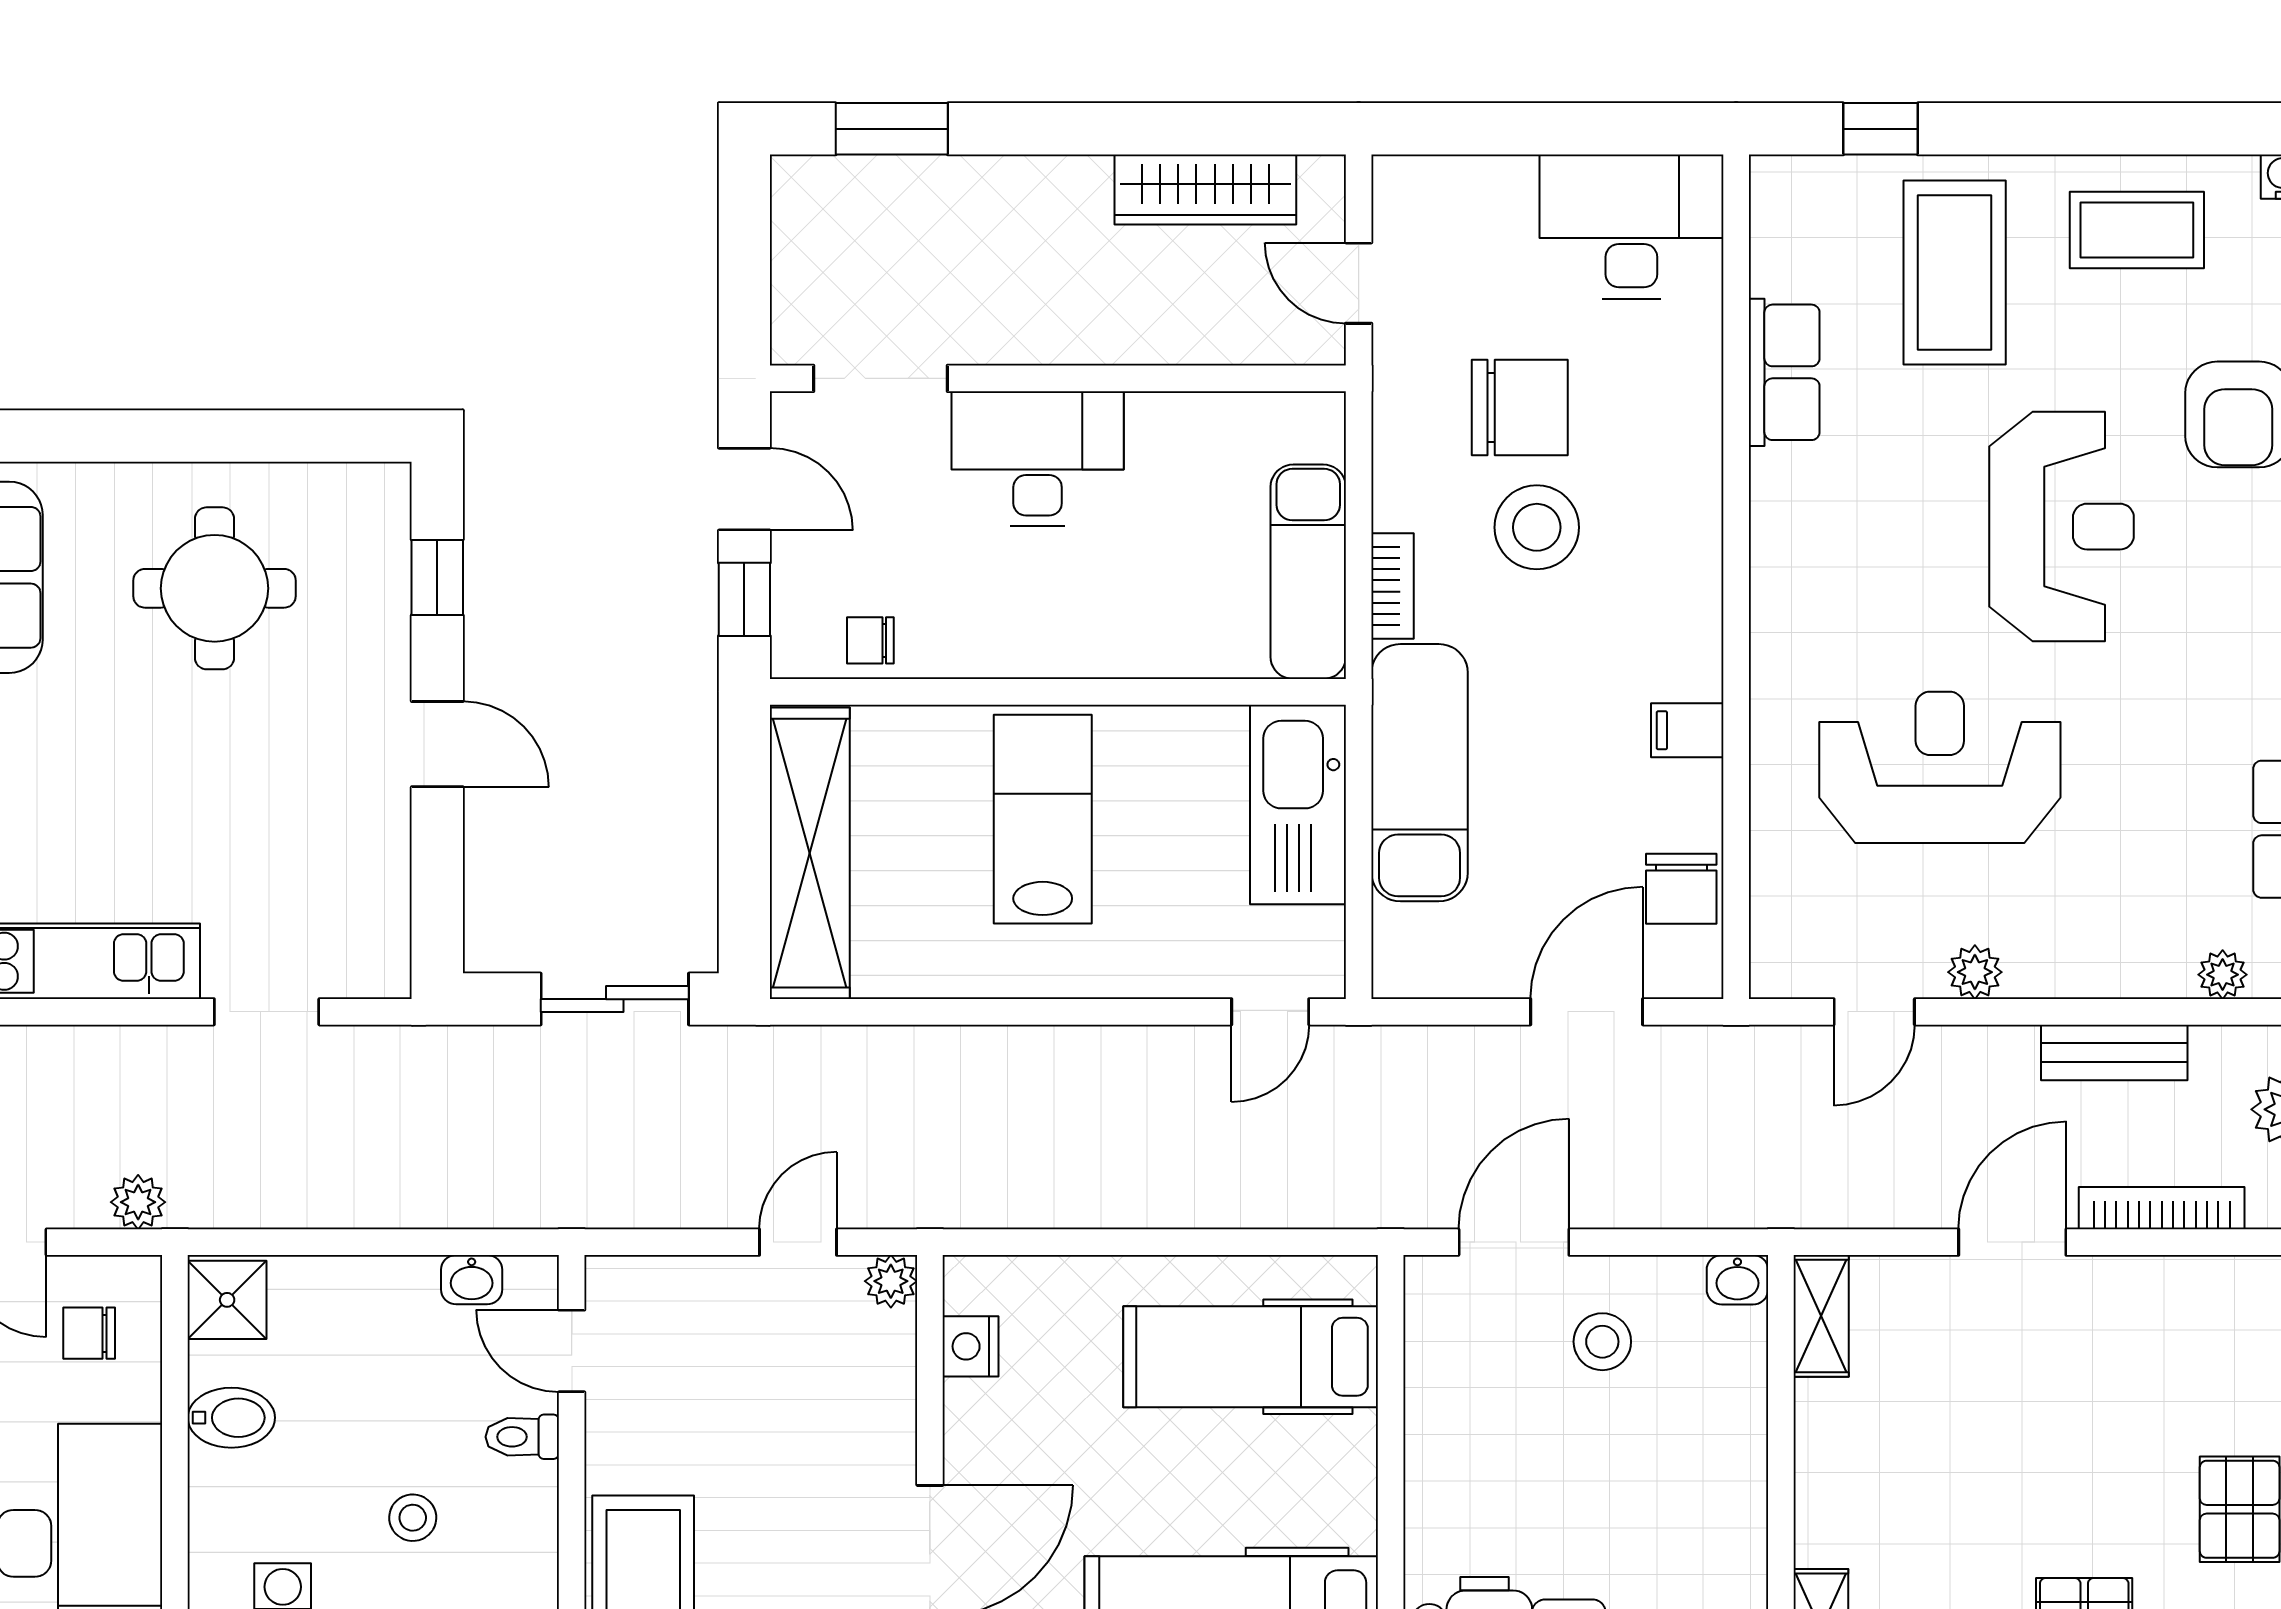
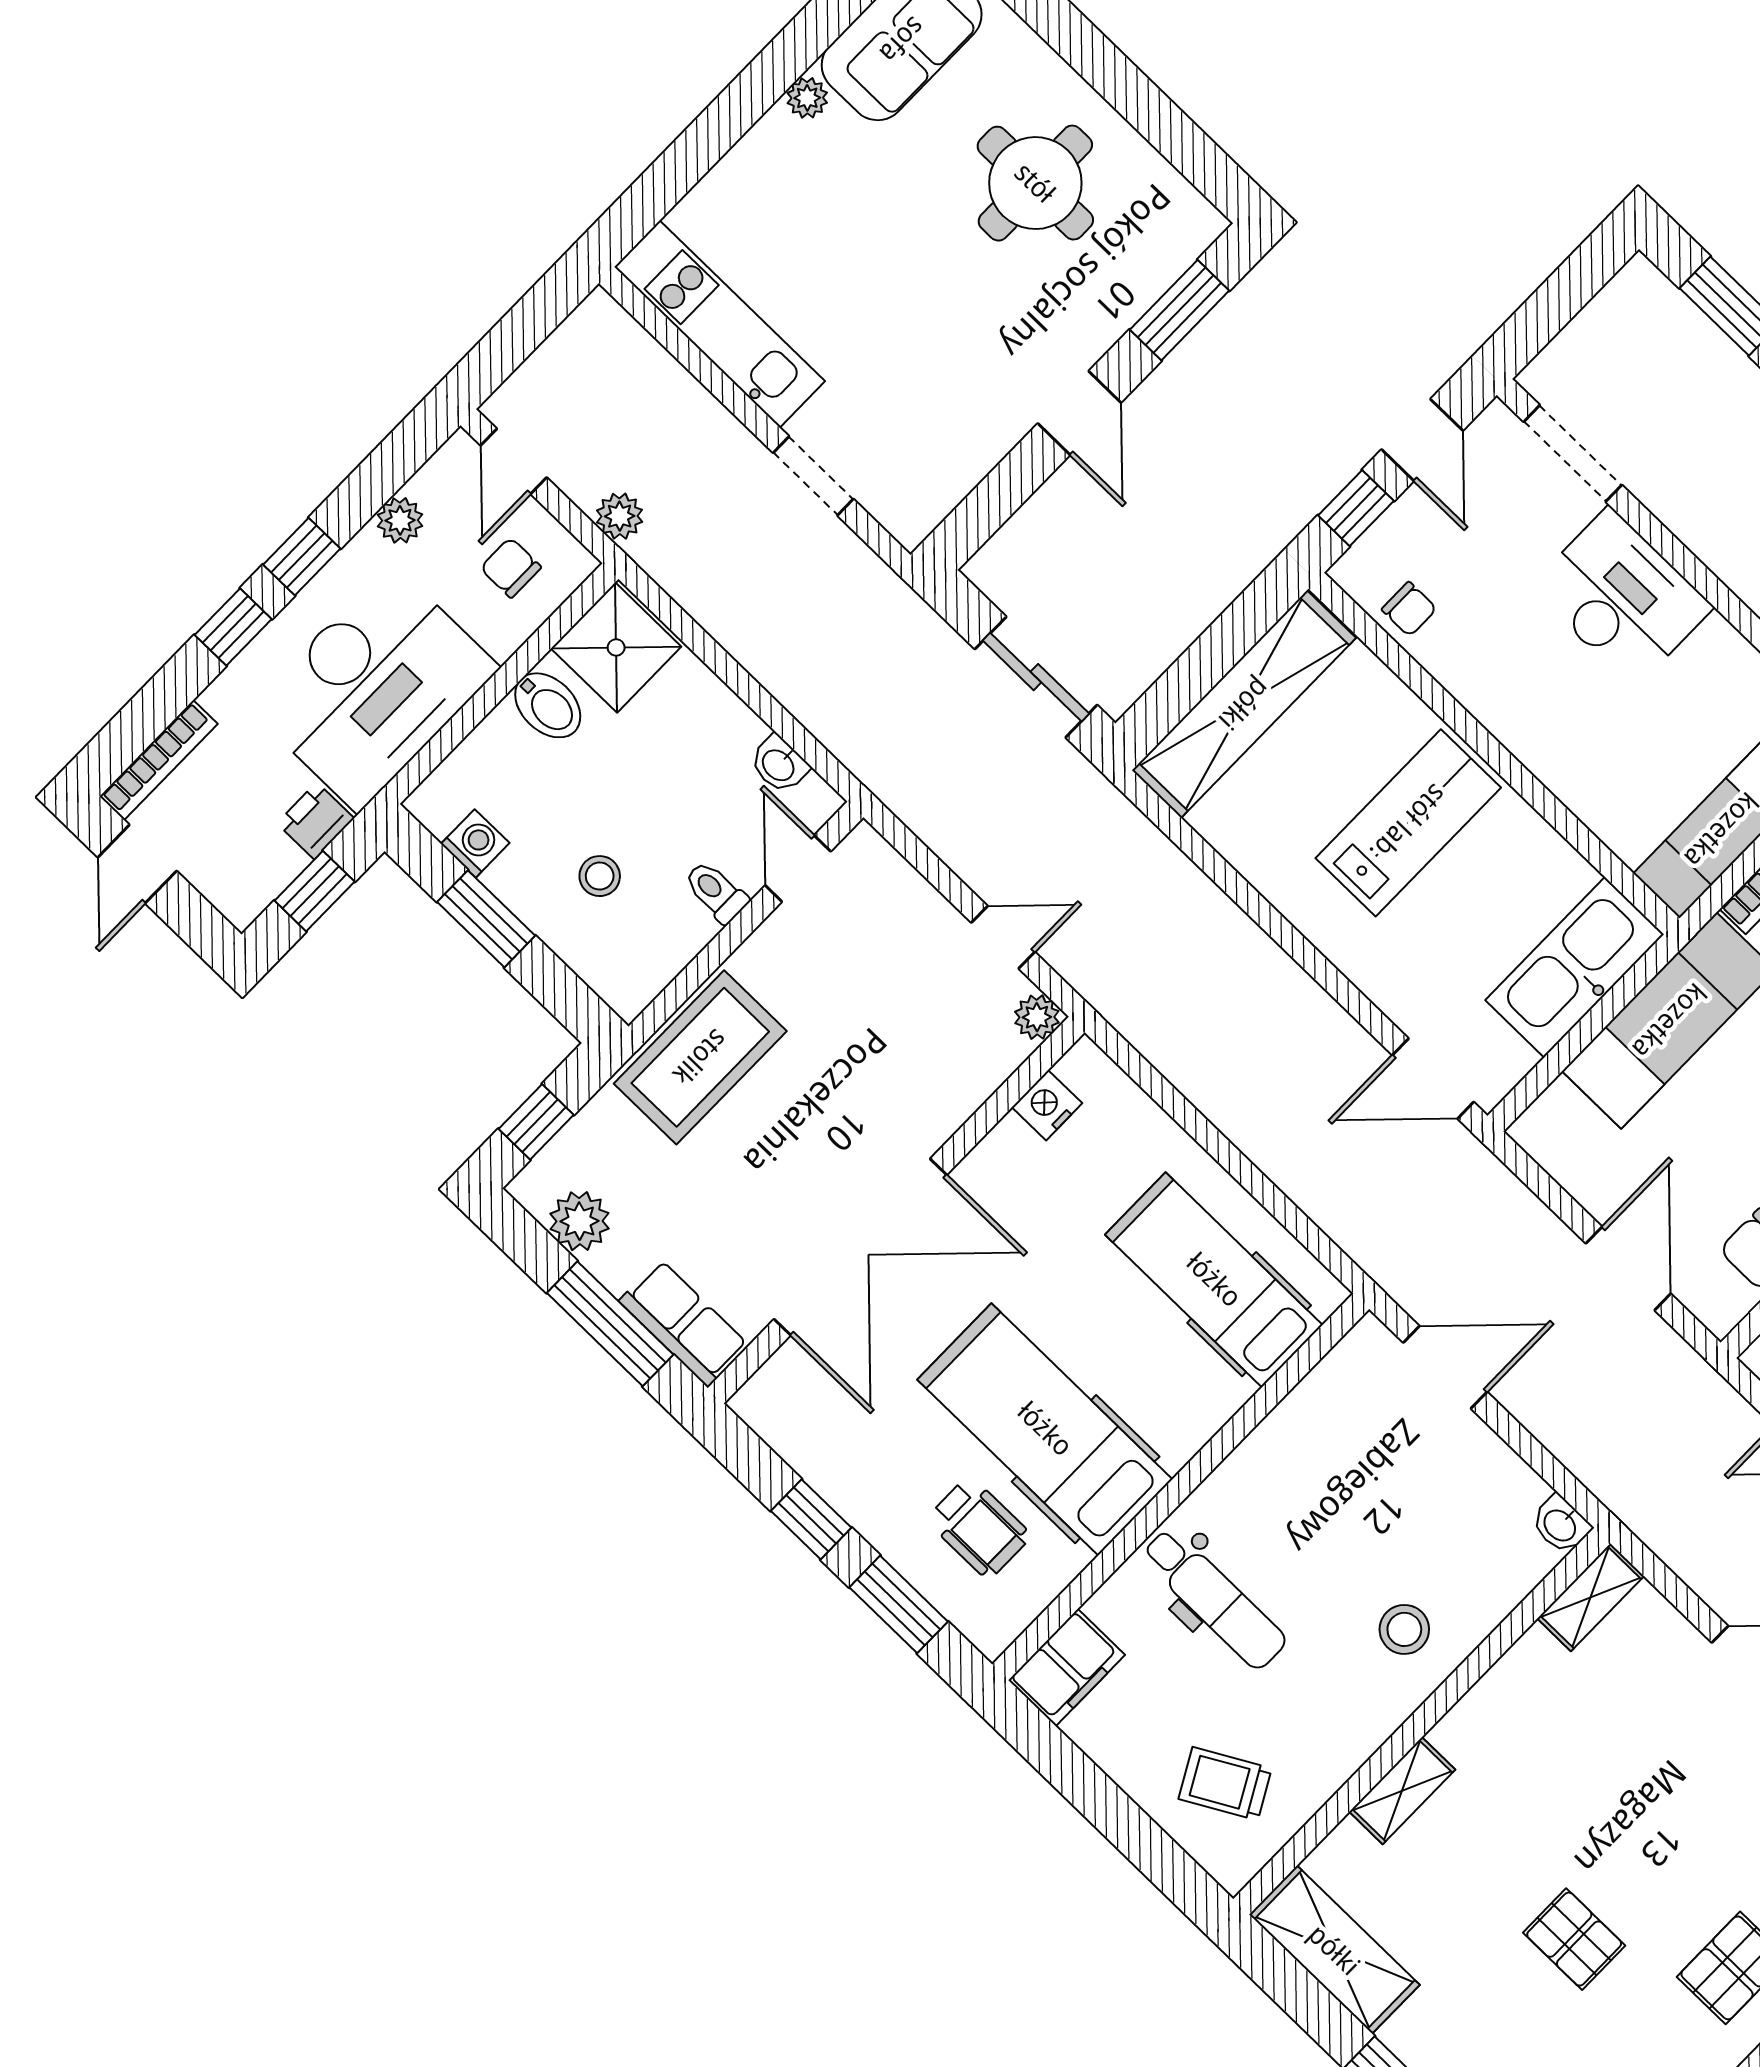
window: (437, 577) -> (1179, 310), width x1.50
chair: (870, 640) -> (1409, 609), turned 180
door: (1270, 1012) -> (1433, 1079), width x1.38
door: (1587, 1012) -> (1628, 1269), hinge flipped
shower: (227, 1300) -> (616, 647), width x1.36, depth x1.36
stool: (1602, 1342) -> (1404, 1629), moved

